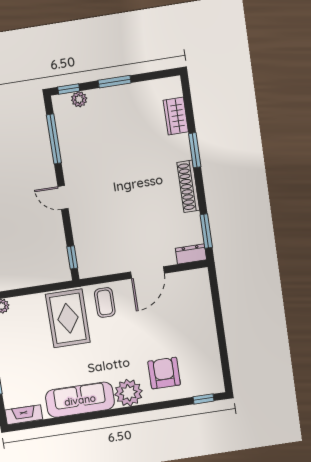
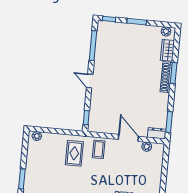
plant: (79, 99) -> (166, 31), moved
shoe rack: (188, 186) -> (166, 77), moved
door: (147, 273) -> (128, 138), swing flipped
plant: (180, 279) -> (147, 147), added
rug: (68, 318) -> (74, 153), width x0.73, depth x0.70

